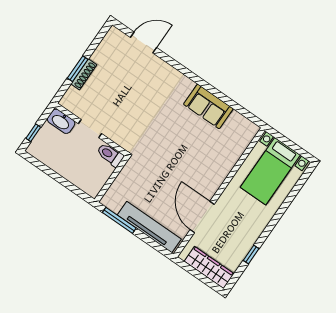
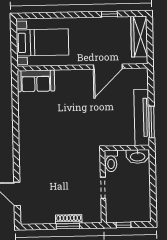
sofa: (208, 106) -> (36, 81), moved, turned 90
washbasin: (61, 121) -> (138, 156), moved, turned 90
window: (33, 133) -> (124, 225), moved
tv unit: (149, 227) -> (142, 117), moved

